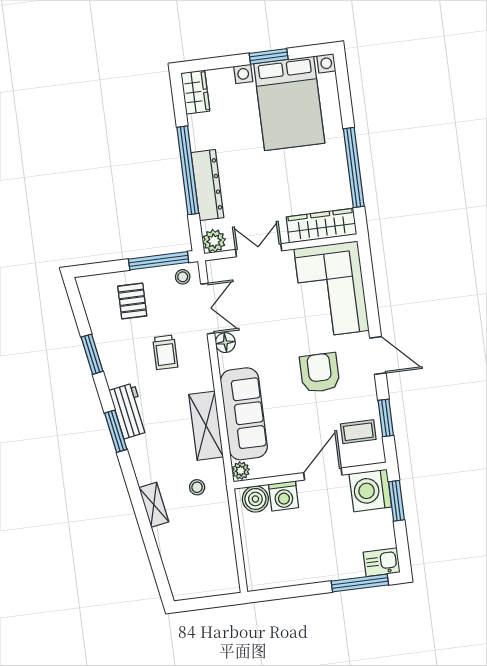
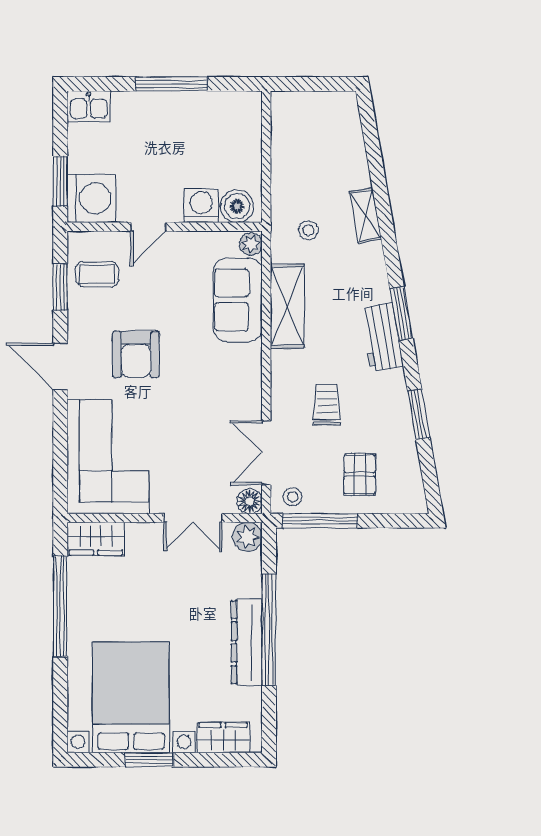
wardrobe: (195, 92) -> (223, 738), moved, turned 90
dresser: (207, 185) -> (247, 642), moved
wardrobe: (321, 226) -> (96, 539), width x0.67
floor lamp: (225, 343) -> (250, 501), moved
sofa: (244, 414) -> (238, 300), width x0.73
door: (323, 474) -> (148, 227), width x0.73
window: (360, 583) -> (172, 84), moved

